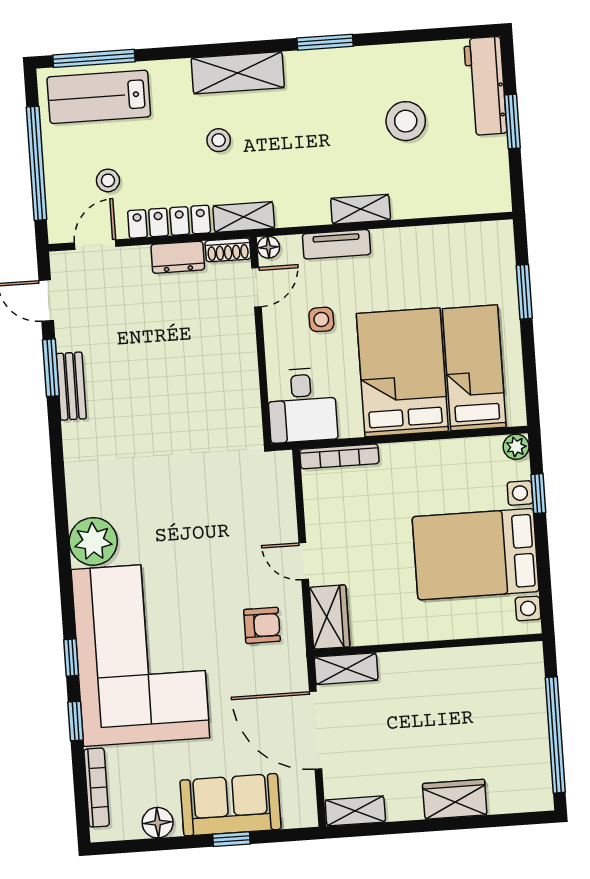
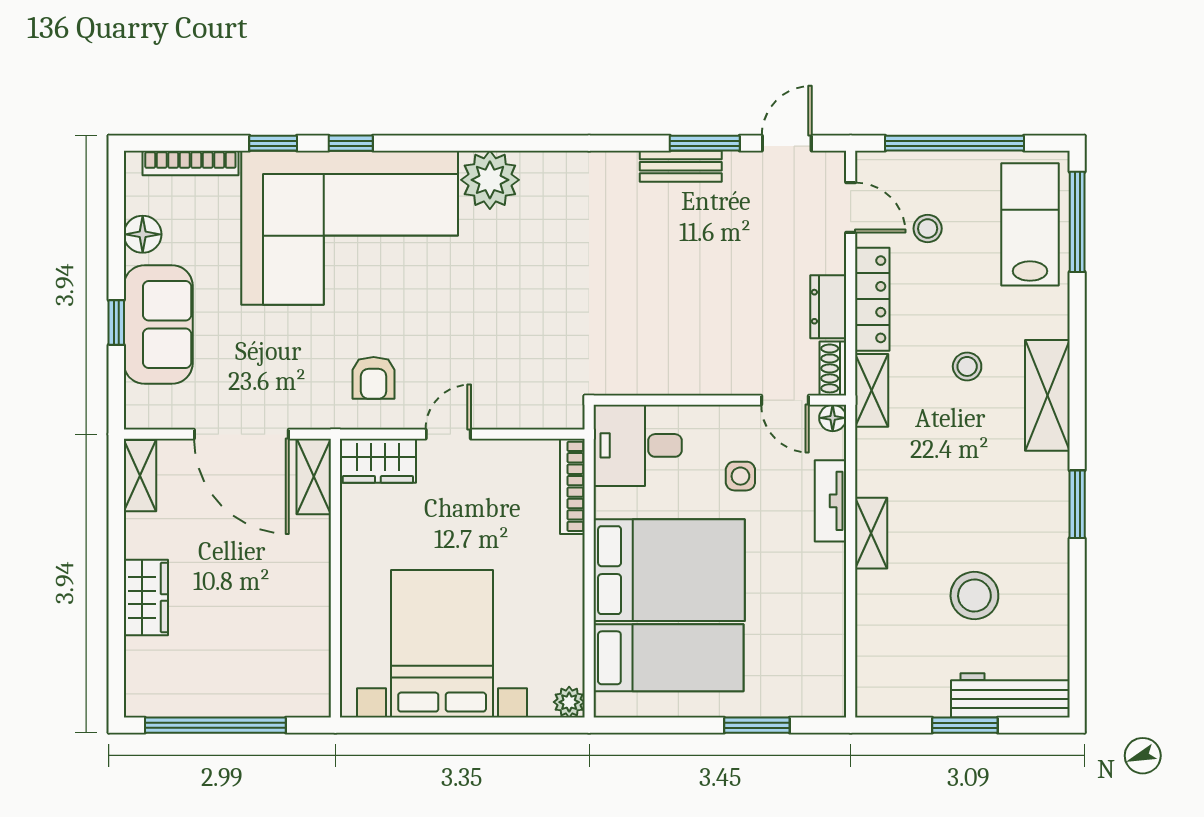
window: (538, 494) -> (510, 725), removed
door: (316, 730) -> (241, 434), swing flipped

